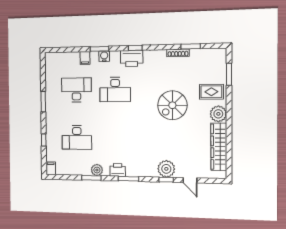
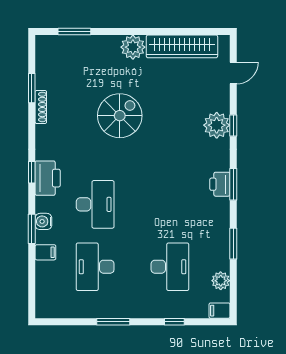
rug: (211, 92) -> (100, 57), removed
spiral stairs: (172, 105) -> (120, 116), turned -90
plant: (97, 170) -> (221, 281), moved
printer: (118, 170) -> (220, 184), moved
door: (190, 180) -> (233, 73), moved

